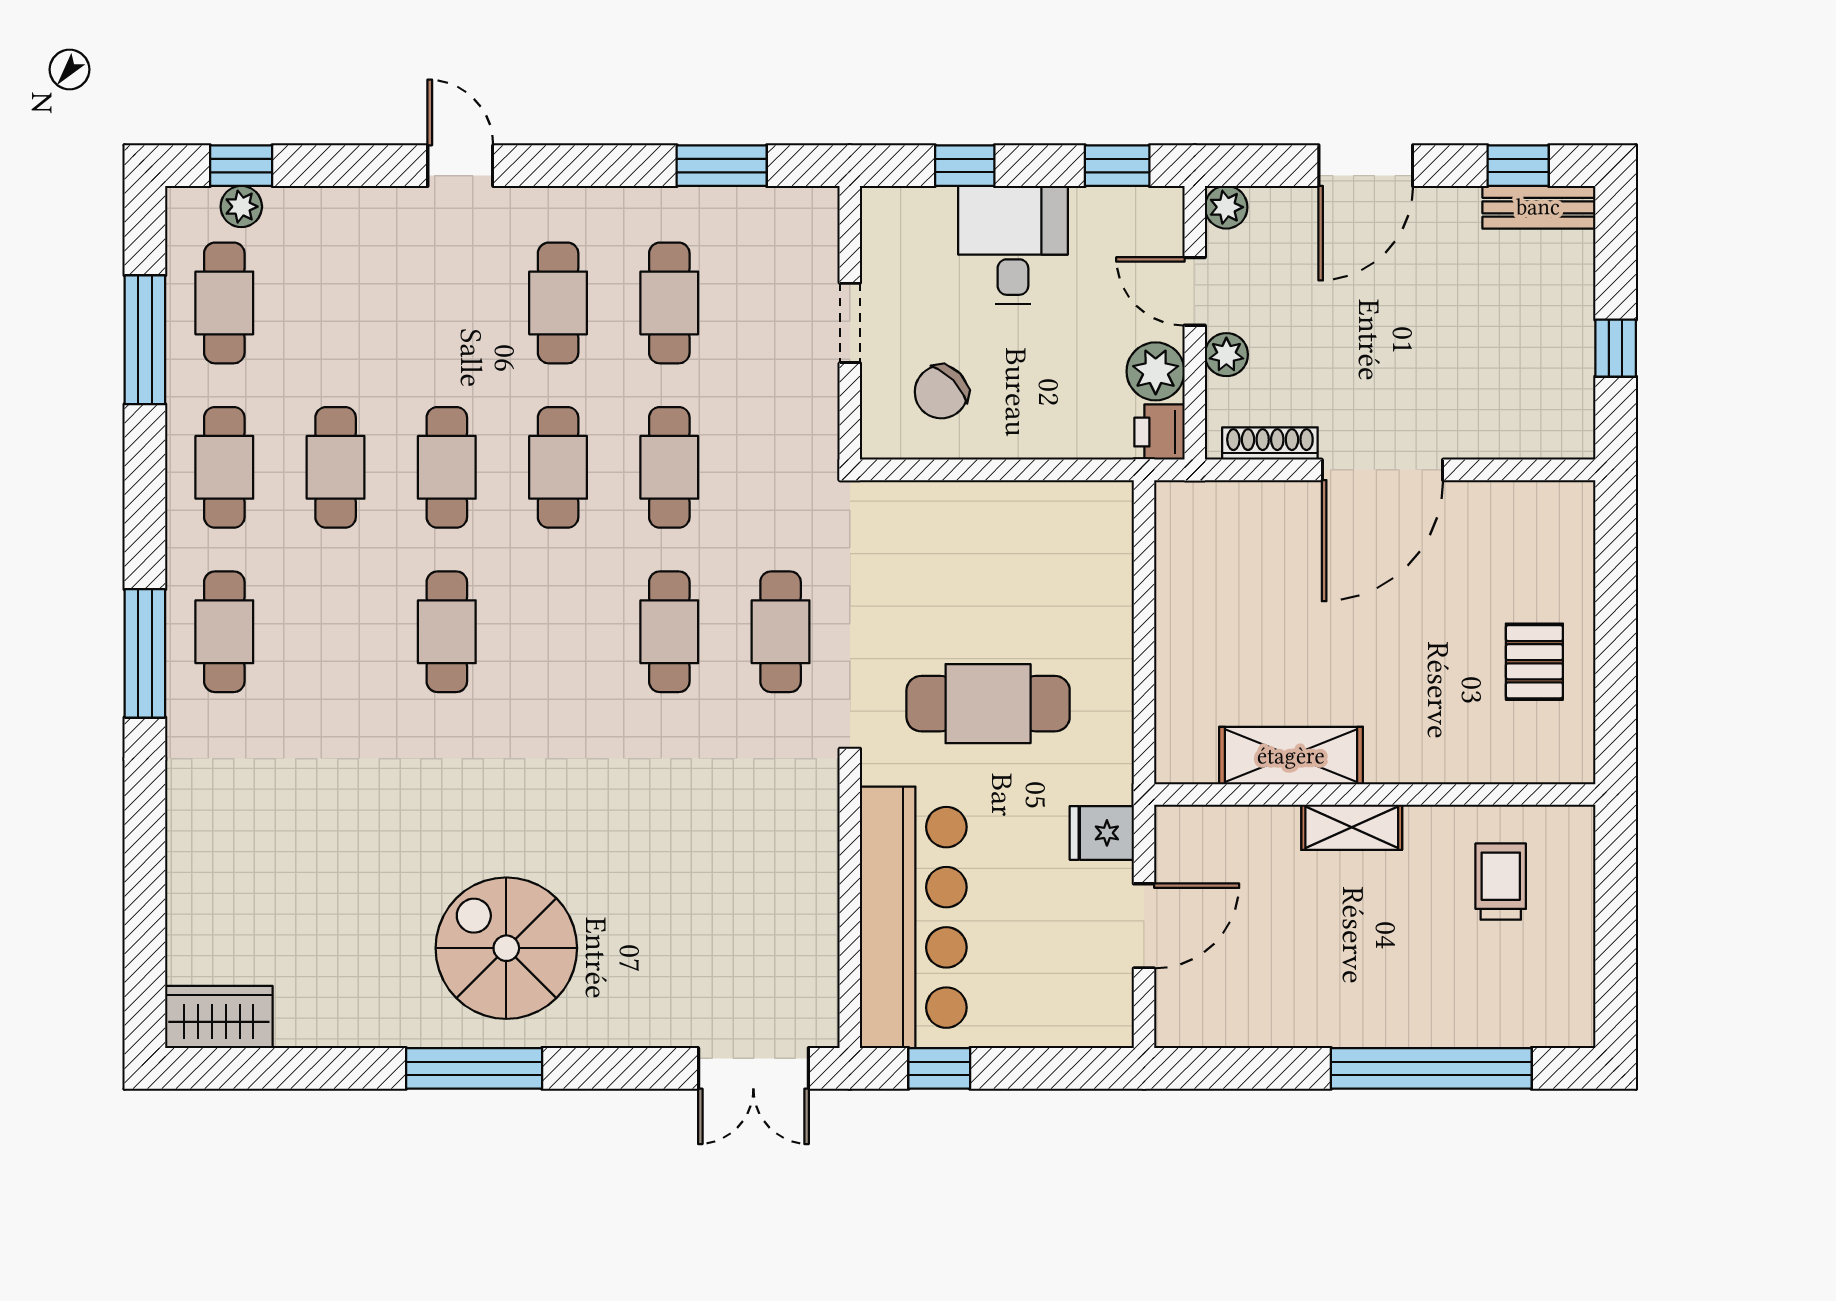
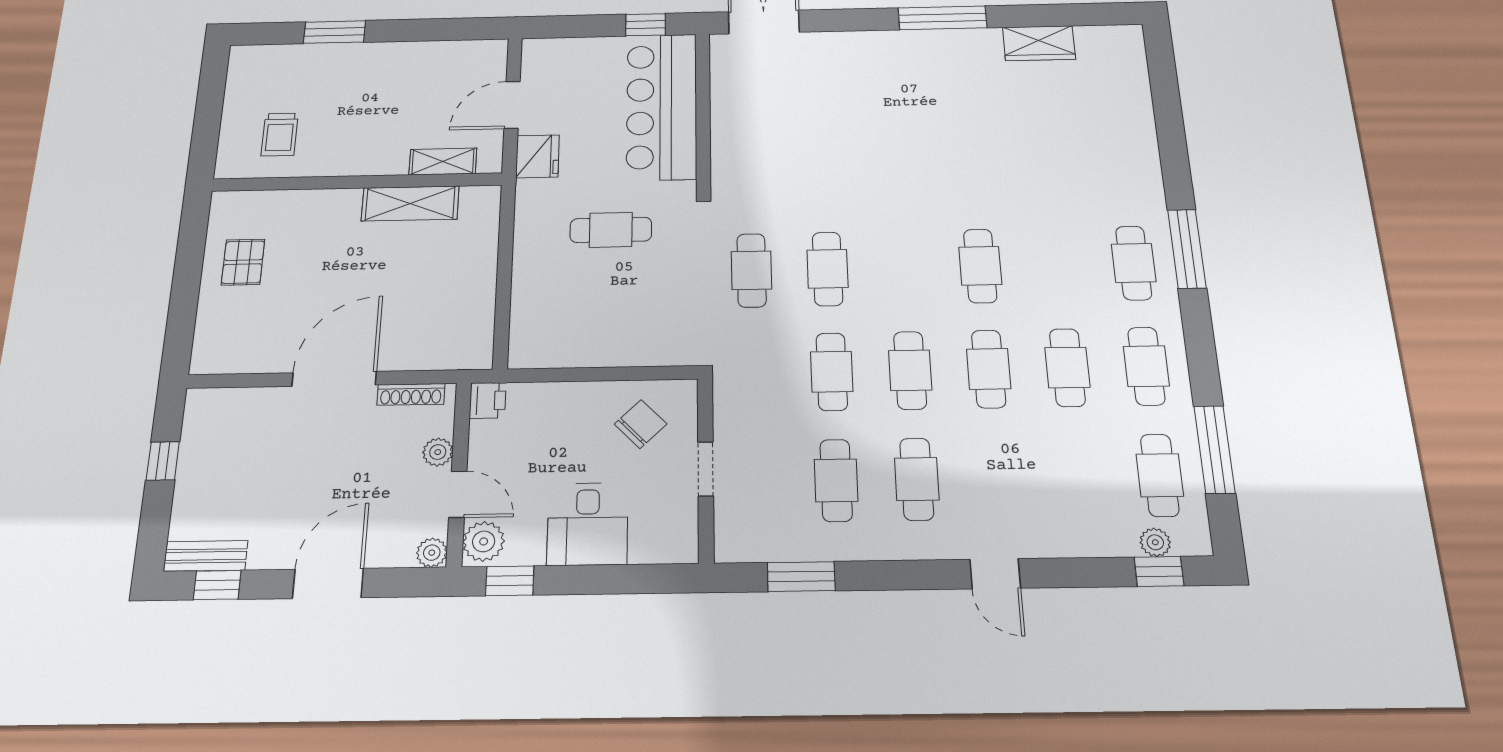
window: (965, 166) -> (622, 579), removed
plant: (1156, 371) -> (484, 541), moved
cafe table: (988, 704) -> (611, 230), width x0.73, depth x0.74
shelving: (1352, 827) -> (443, 162), moved
fridge: (1102, 833) -> (537, 156), width x1.38
spiral stairs: (506, 948) -> (926, 83), removed
wardrobe: (219, 1017) -> (1039, 43), moved
window: (1431, 1068) -> (335, 32), width x0.47

